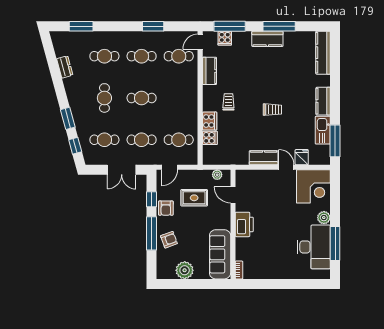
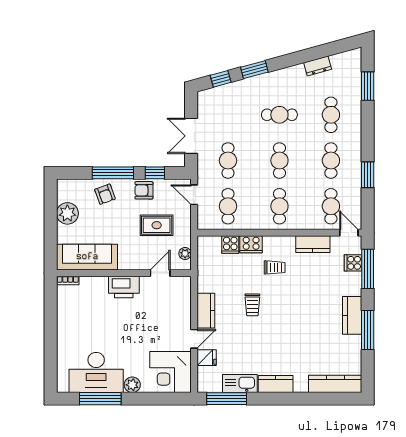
trolley: (272, 110) -> (252, 305), moved
cafe table: (104, 140) -> (279, 206), moved
rug: (194, 198) -> (157, 225), turned 90

